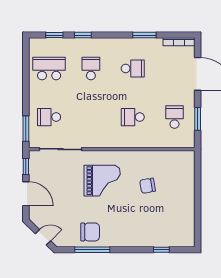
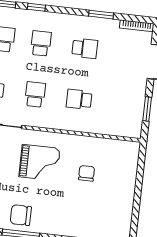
school desk: (174, 117) -> (35, 94), moved
chair: (148, 186) -> (87, 173), turned 100
chair: (90, 232) -> (21, 215), turned 180

